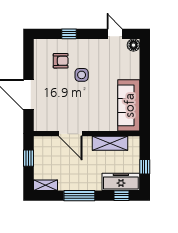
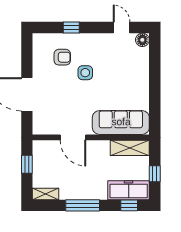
sofa: (129, 105) -> (121, 122), moved, turned 90
shelving: (110, 143) -> (130, 148), moved

